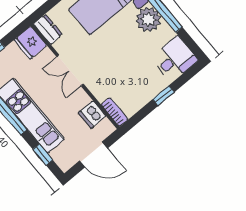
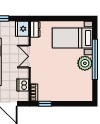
desk: (175, 59) -> (82, 91), removed
window: (163, 96) -> (45, 104), moved

